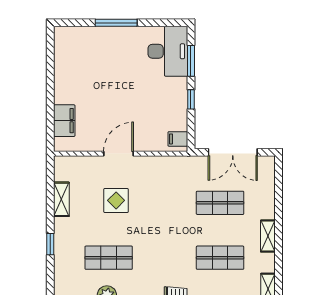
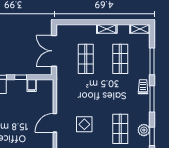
filing cabinet: (178, 139) -> (32, 85), moved
double door: (233, 152) -> (54, 51), swing flipped
door: (118, 154) -> (55, 123), hinge flipped

